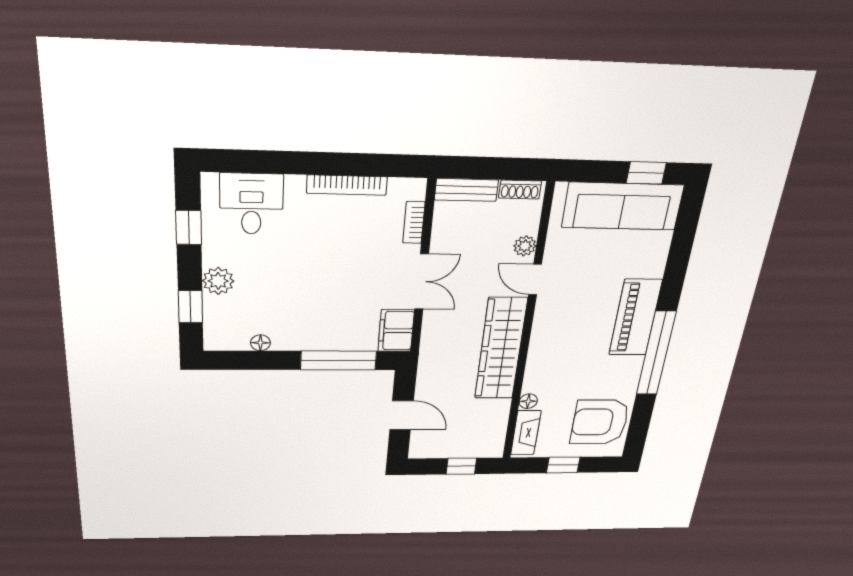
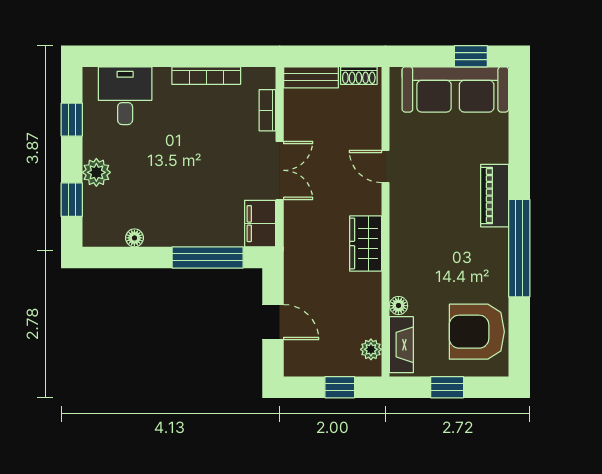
plant: (525, 246) -> (371, 349), moved
piano: (635, 318) -> (495, 196), width x0.73, depth x0.75
wardrobe: (501, 349) -> (366, 243), width x0.48, depth x0.85

